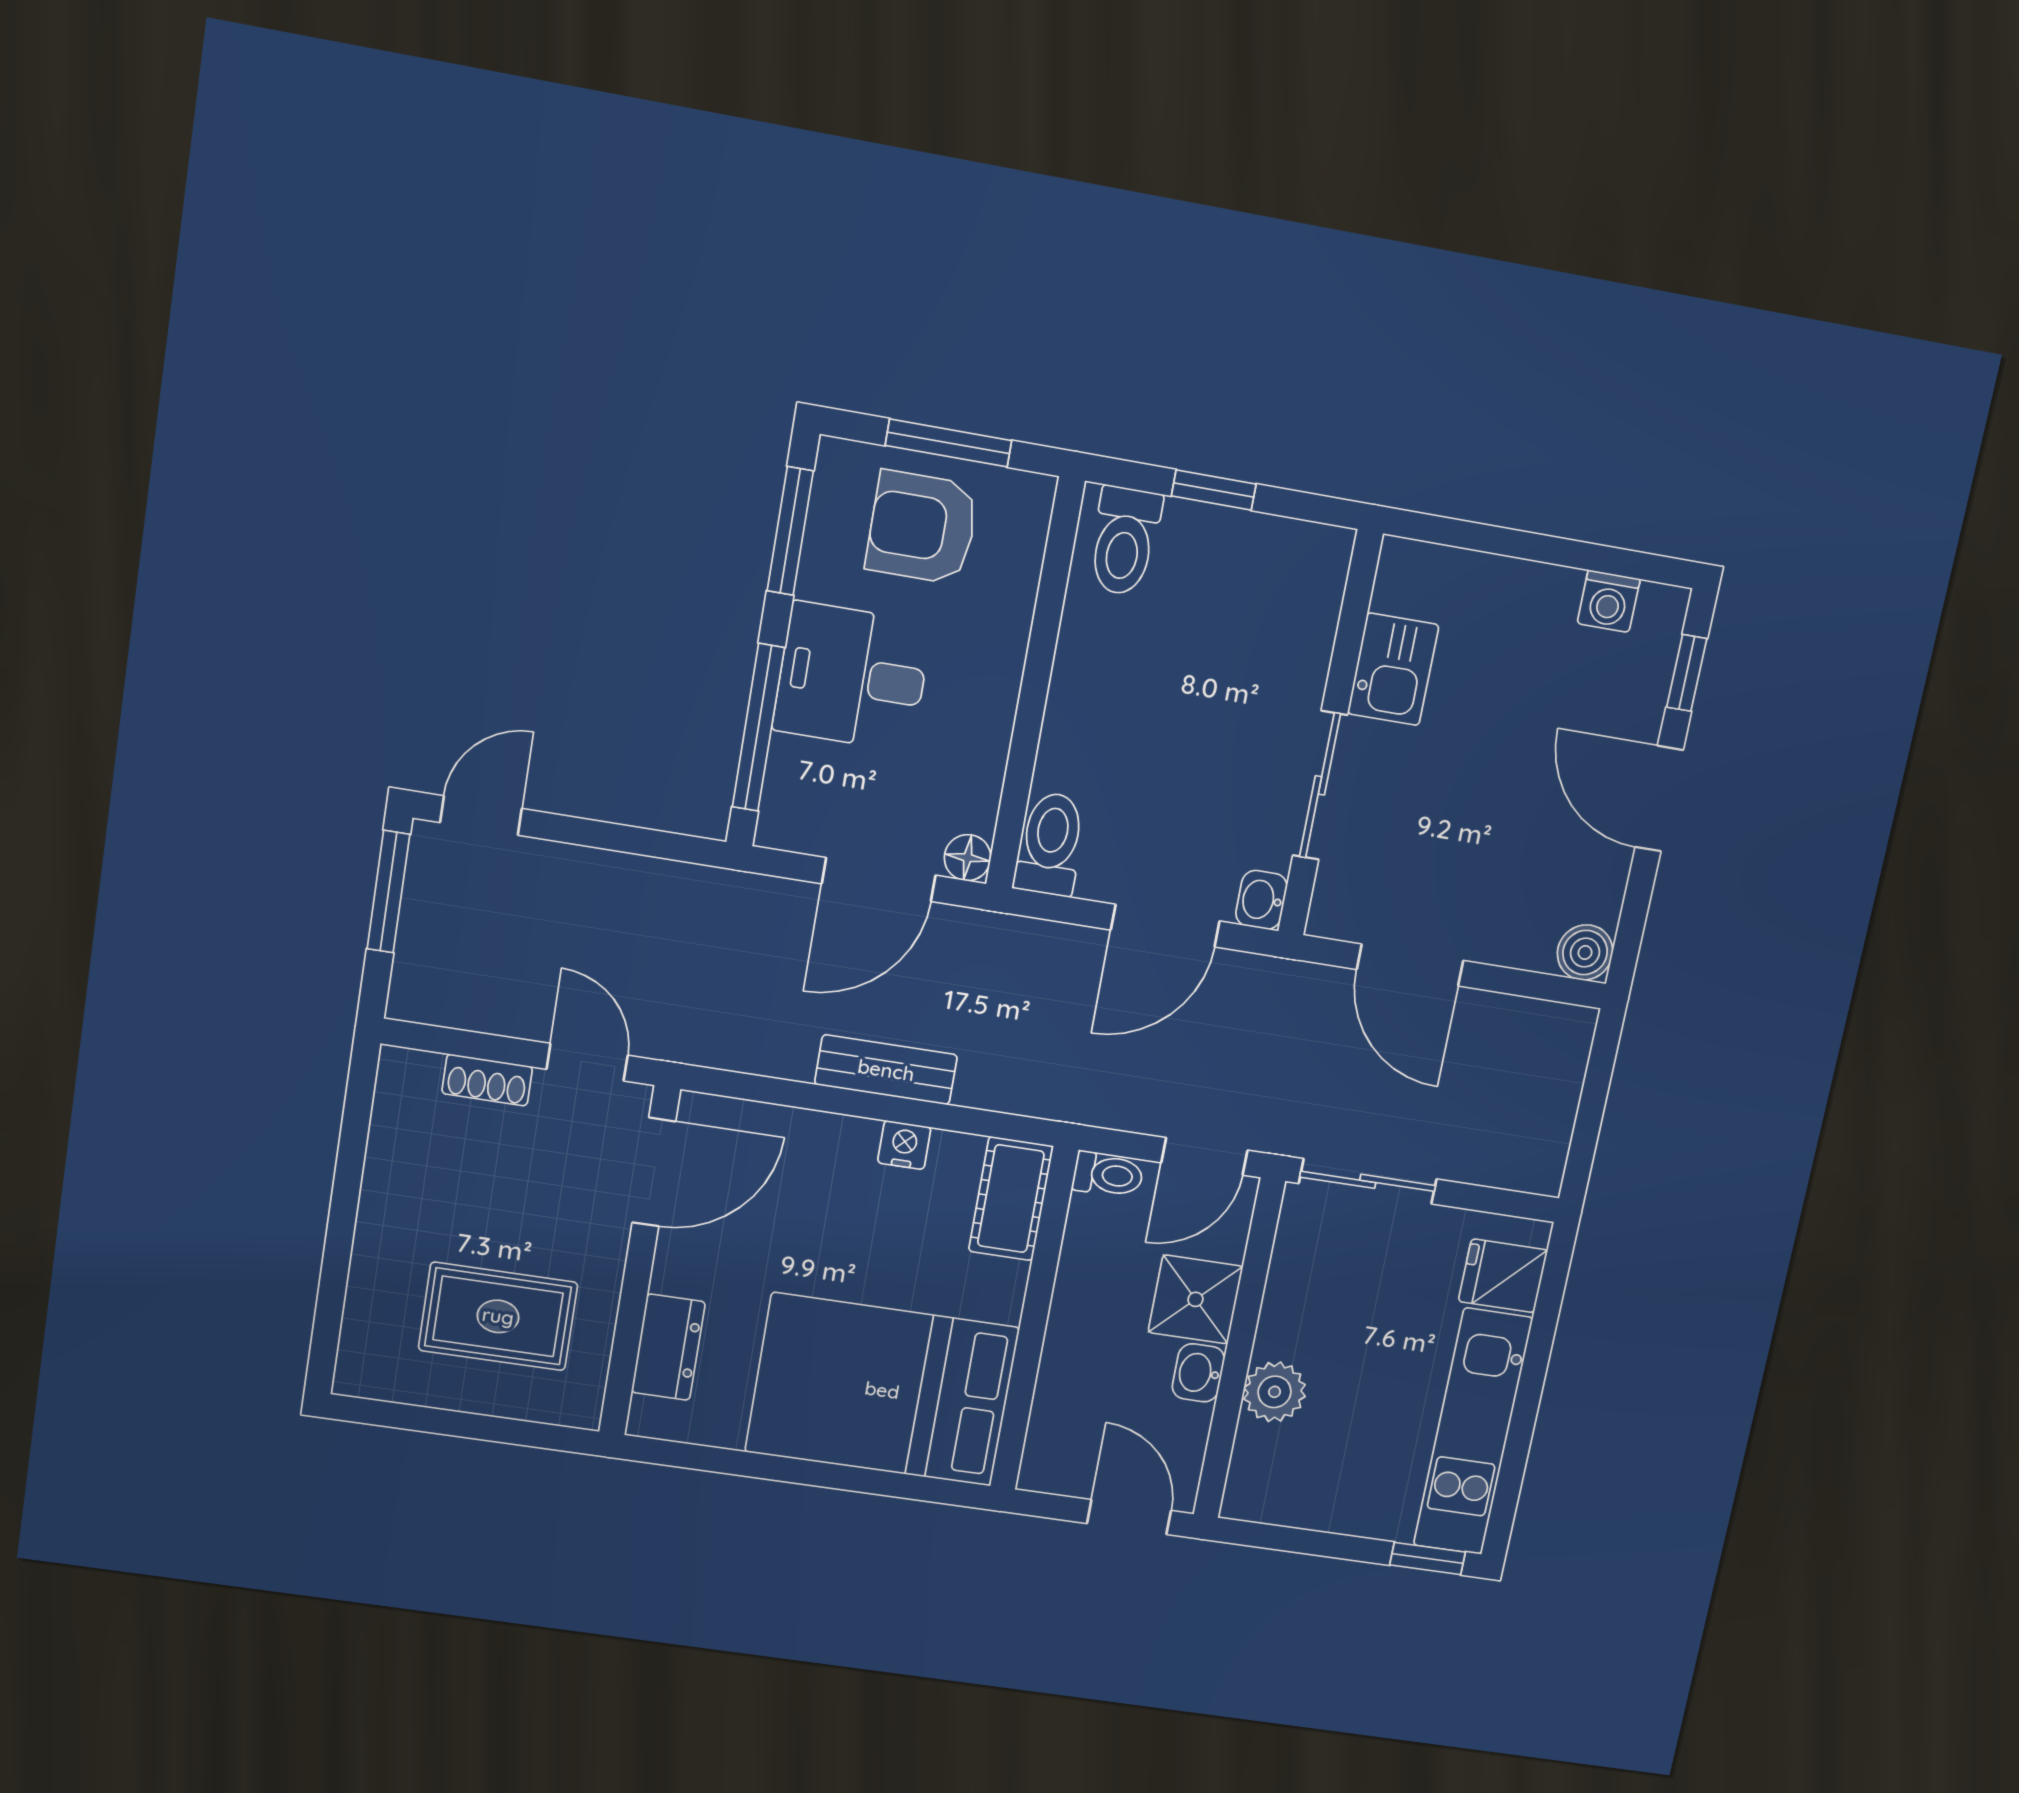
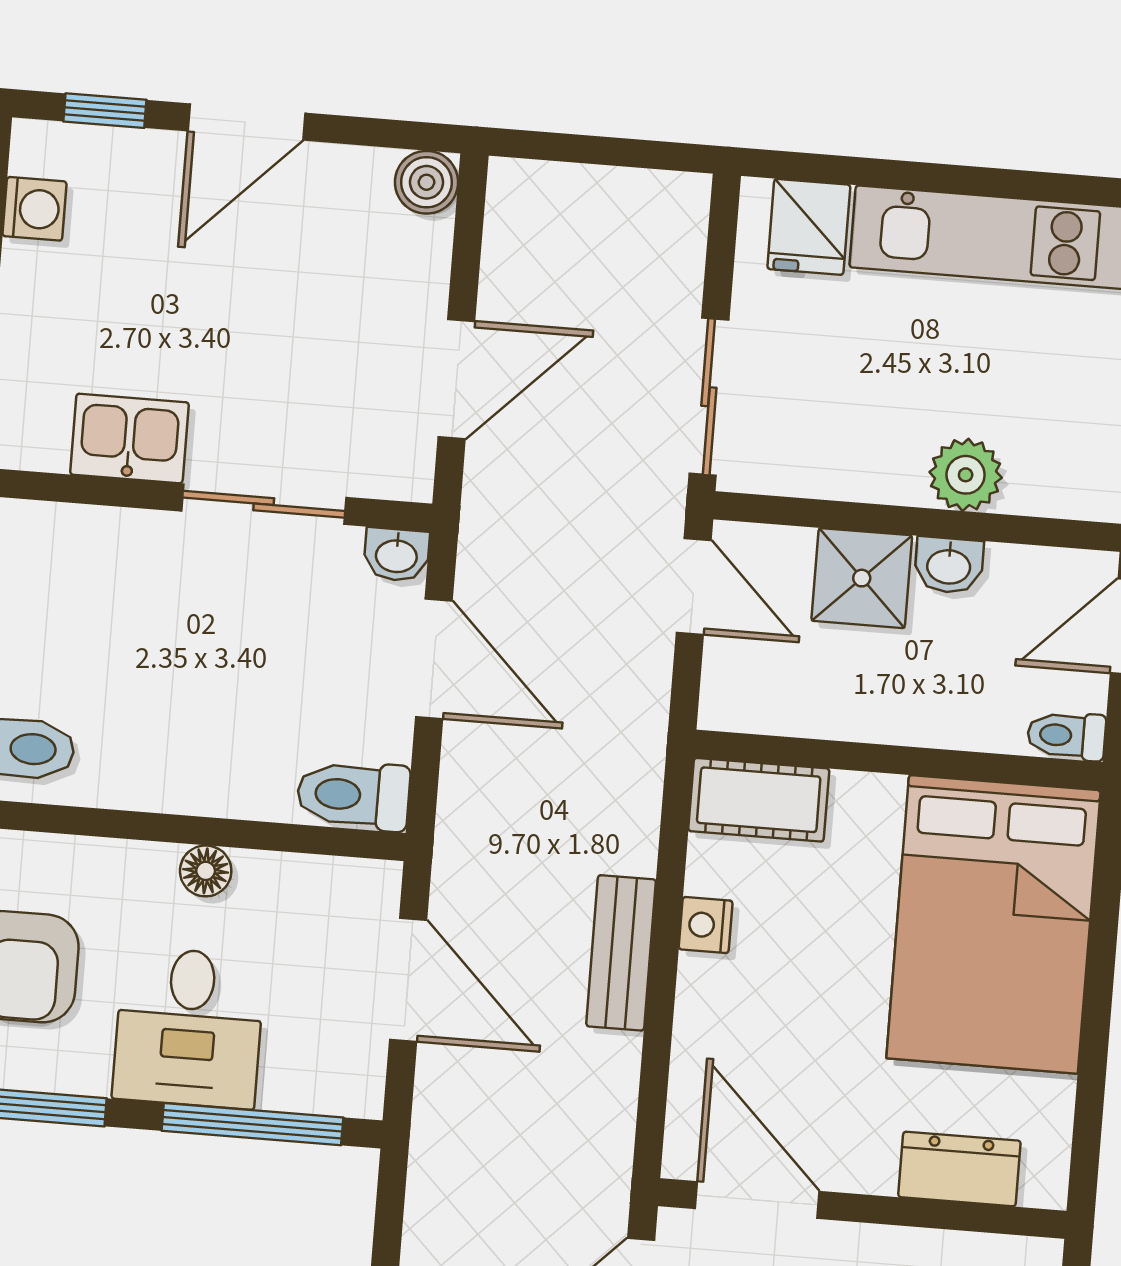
floor lamp: (968, 858) -> (206, 871), moved
toilet: (1108, 1175) -> (1066, 736), moved, turned -90

